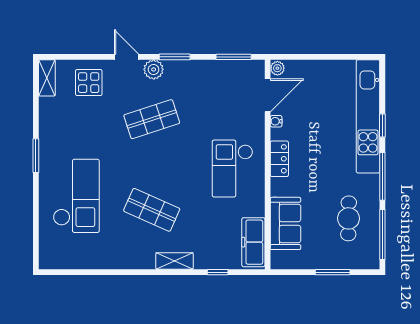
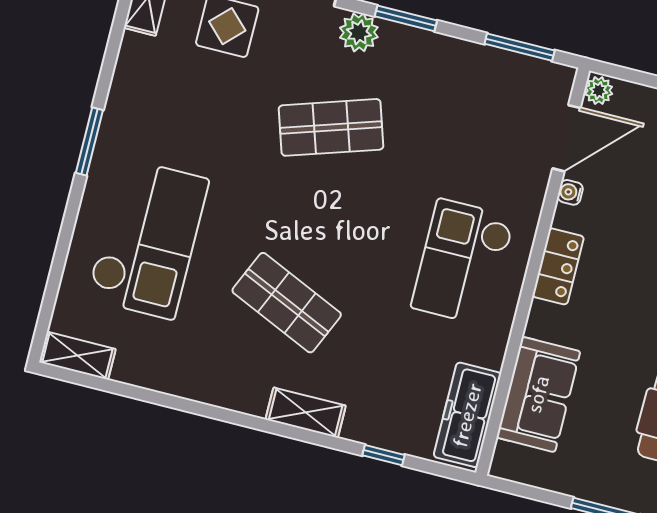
shelving: (56, 261) -> (77, 356), added

